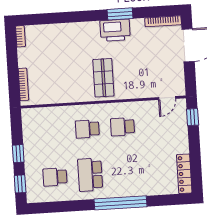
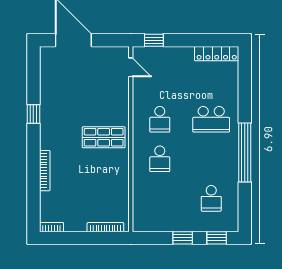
window: (120, 14) -> (33, 114), width x0.67
bookcase: (163, 21) -> (45, 171), moved
printer: (115, 30) -> (51, 121), removed
school desk: (90, 175) -> (211, 119), moved
window: (121, 203) -> (245, 152), moved

